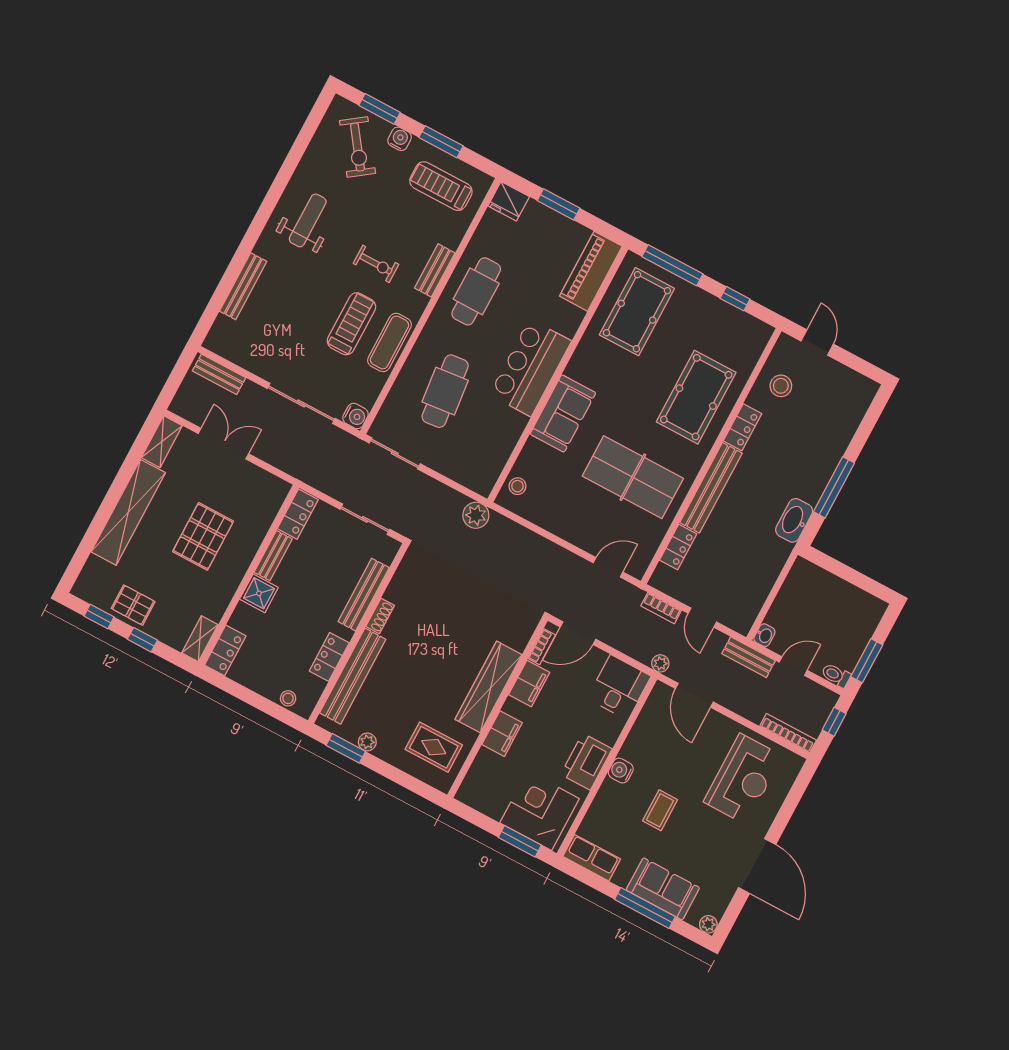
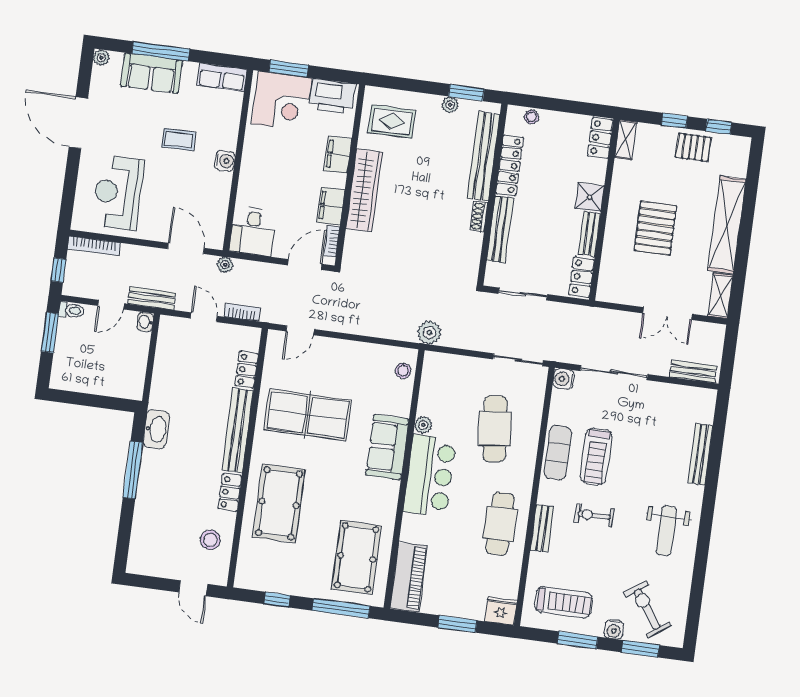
plant: (518, 423) -> (423, 425), added
locker: (329, 657) -> (510, 165), width x1.53
printer: (586, 762) -> (332, 96), moved, turned 90
coffee table: (660, 810) -> (179, 139), turned 90

